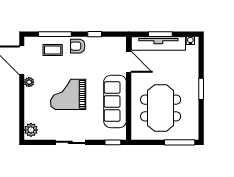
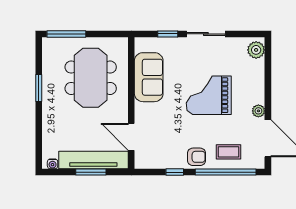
window: (55, 34) -> (226, 172), width x1.46
window: (201, 89) -> (39, 88), moved
grand piano: (68, 94) -> (209, 95), turned 180
sofa: (115, 101) -> (149, 77), width x0.73
window: (113, 142) -> (168, 34), moved

